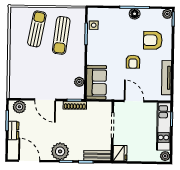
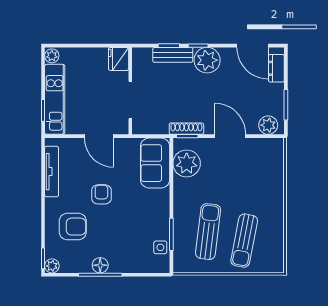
plant: (79, 82) -> (187, 163), width x1.88, depth x1.88
dresser: (13, 131) -> (276, 68), moved
bench: (97, 156) -> (173, 55), moved

